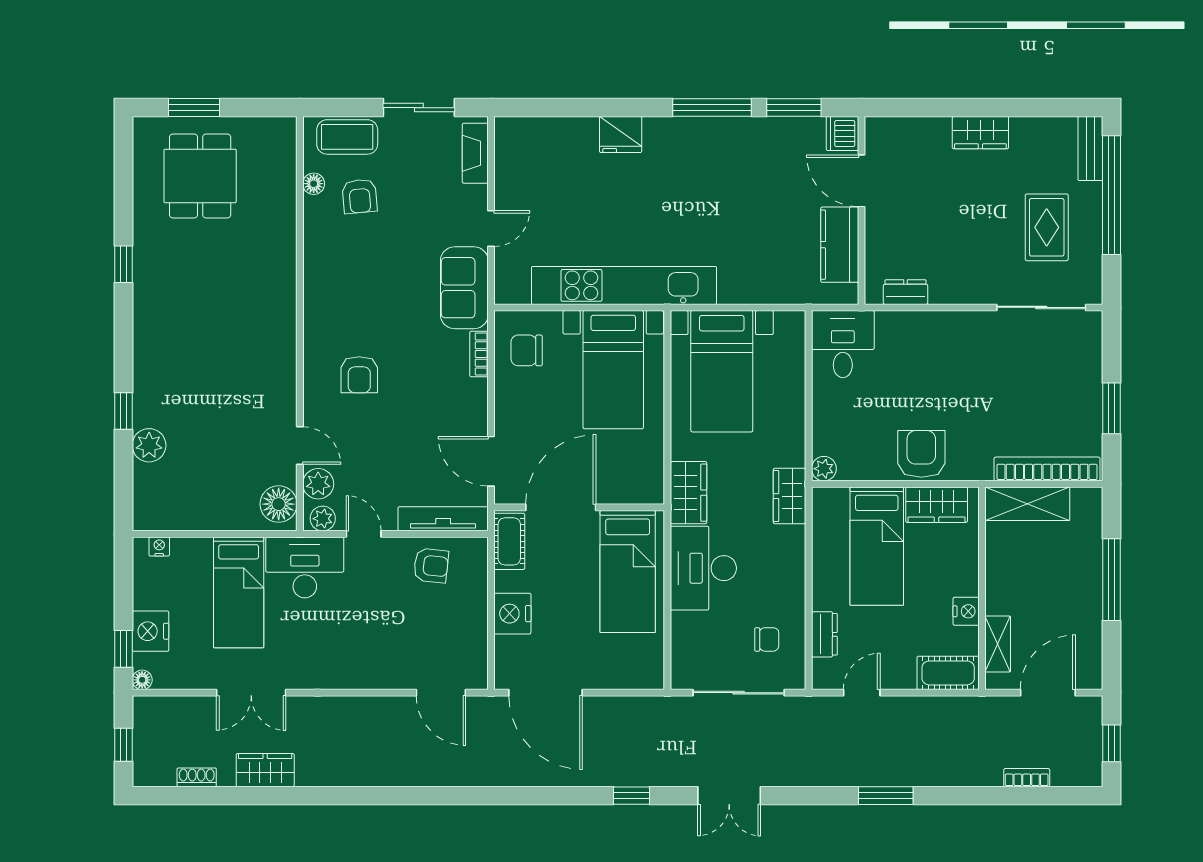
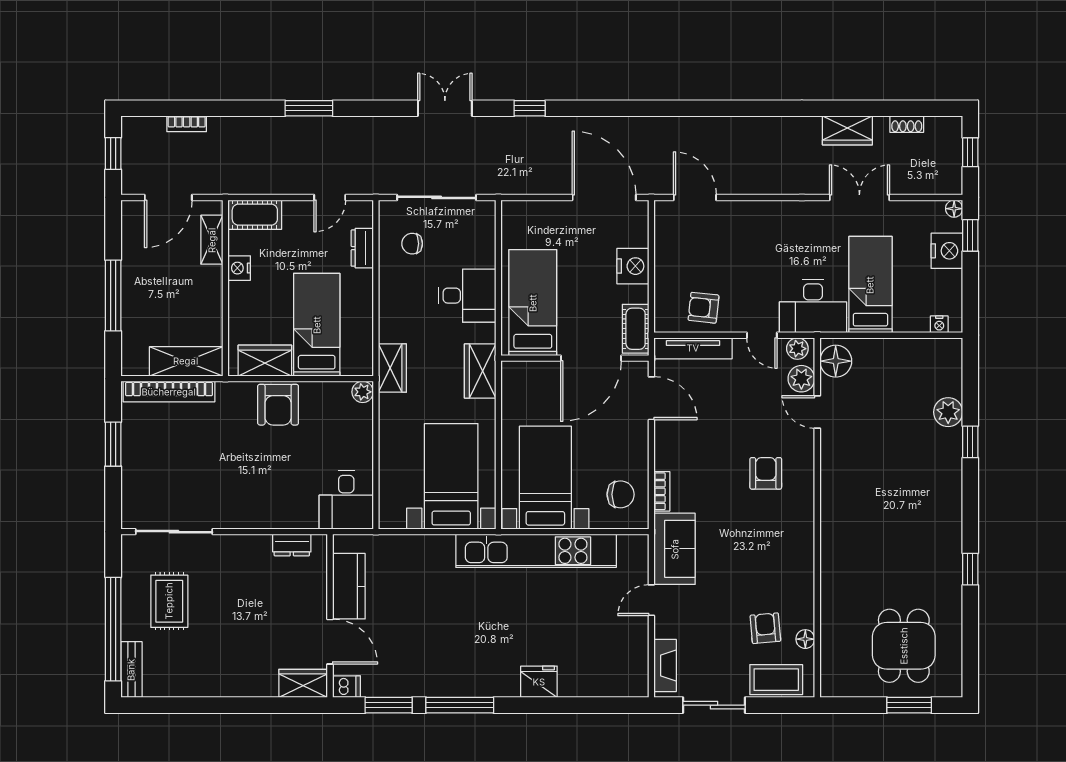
wardrobe: (980, 133) -> (303, 683), moved
dishwasher: (842, 134) -> (346, 687), width x0.73
desk: (703, 568) -> (467, 296), width x0.73

